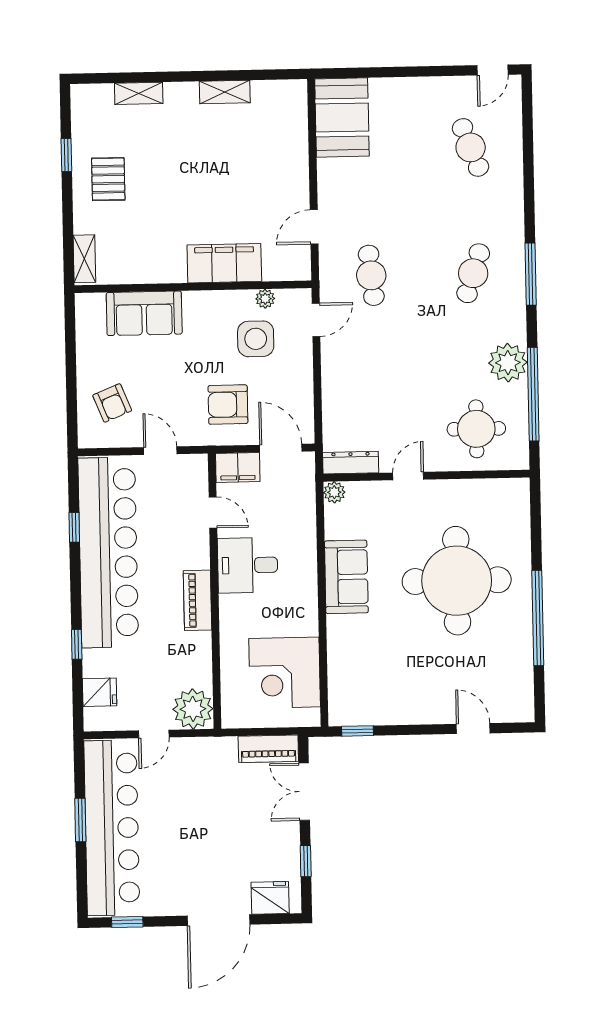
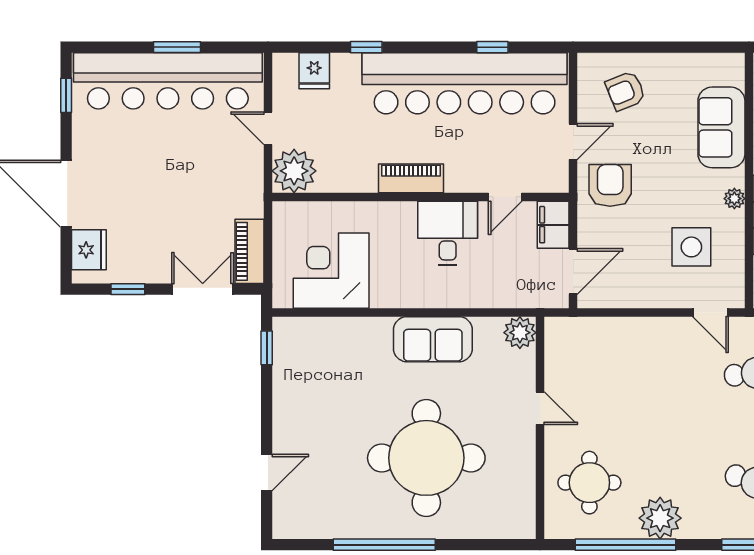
plant: (265, 299) -> (734, 199), moved
armchair: (228, 405) -> (610, 185), moved
dresser: (351, 463) -> (556, 346), removed
plant: (334, 492) -> (520, 333), width x1.38, depth x1.38

